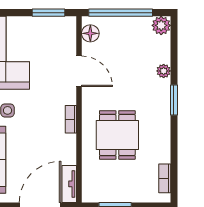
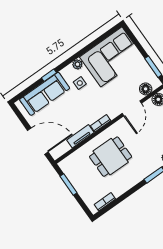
floor lamp: (68, 39) -> (146, 89), added
tv unit: (69, 184) -> (80, 136), moved

